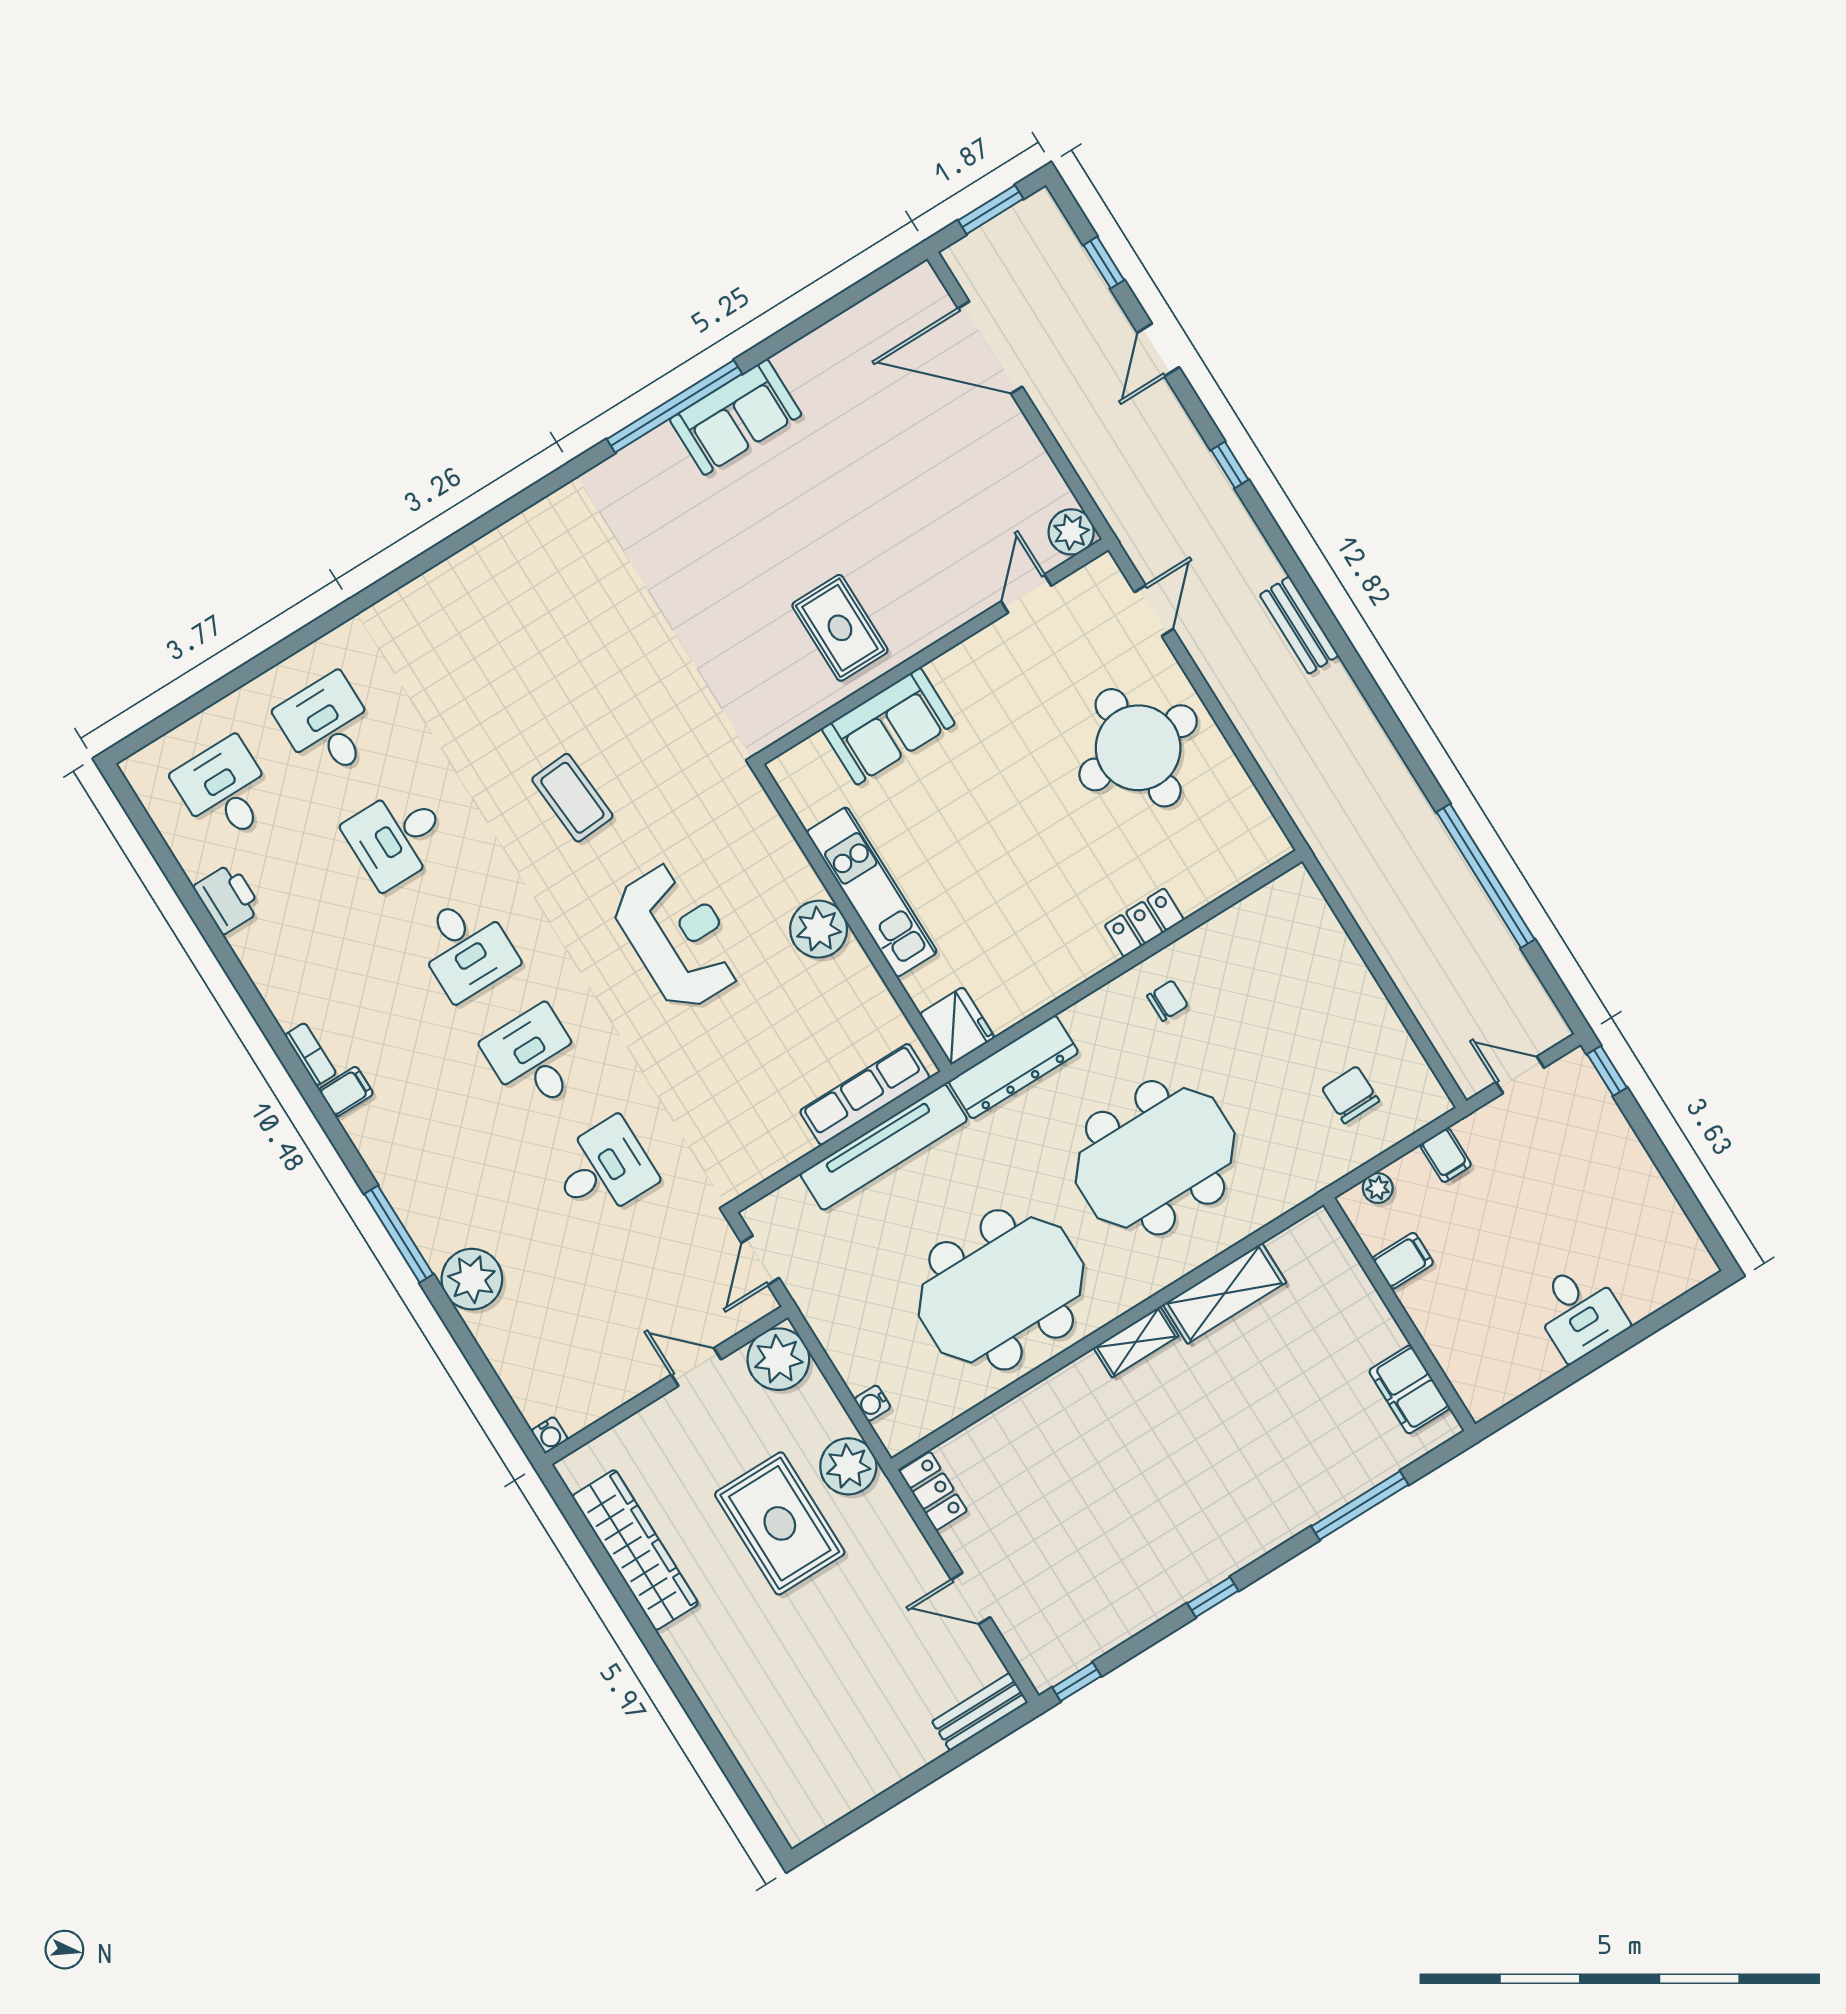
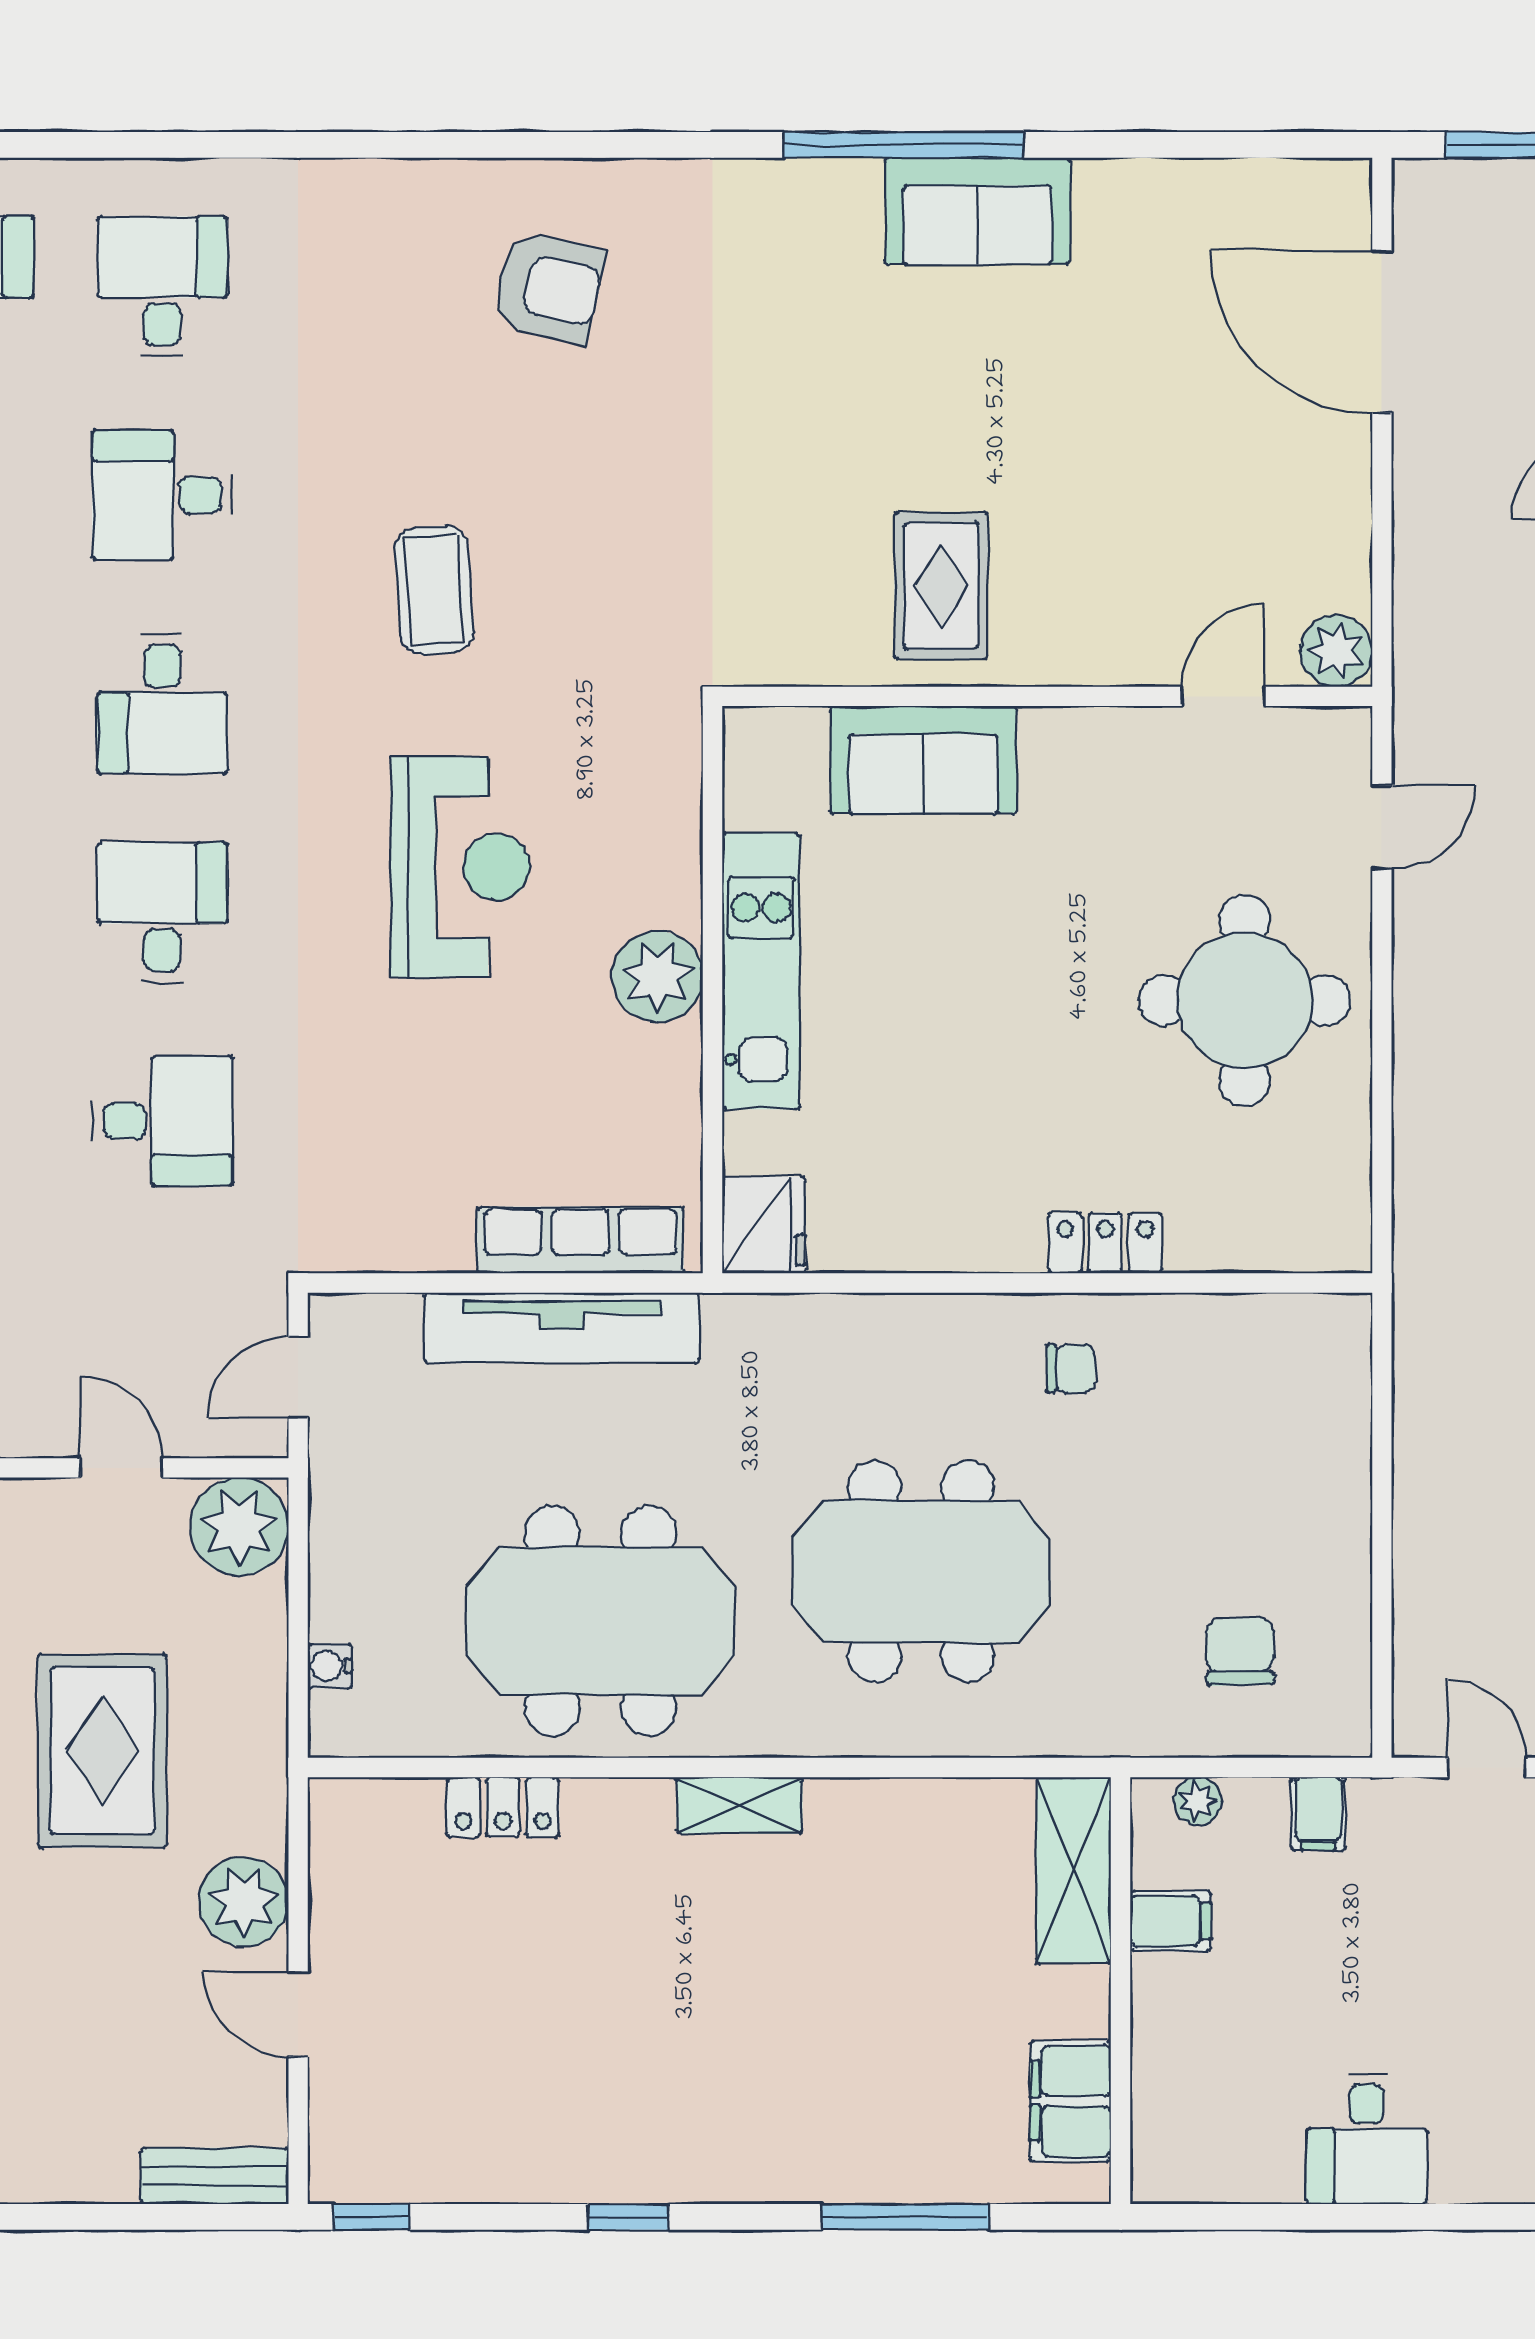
armchair: (533, 599) -> (549, 287), added
dresser: (1013, 1067) -> (805, 1329), removed
shelving: (1225, 1293) -> (1074, 1870), moved, turned 90
plant: (848, 1466) -> (244, 1902), moved
locker: (933, 1491) -> (503, 1807), moved, turned 90

